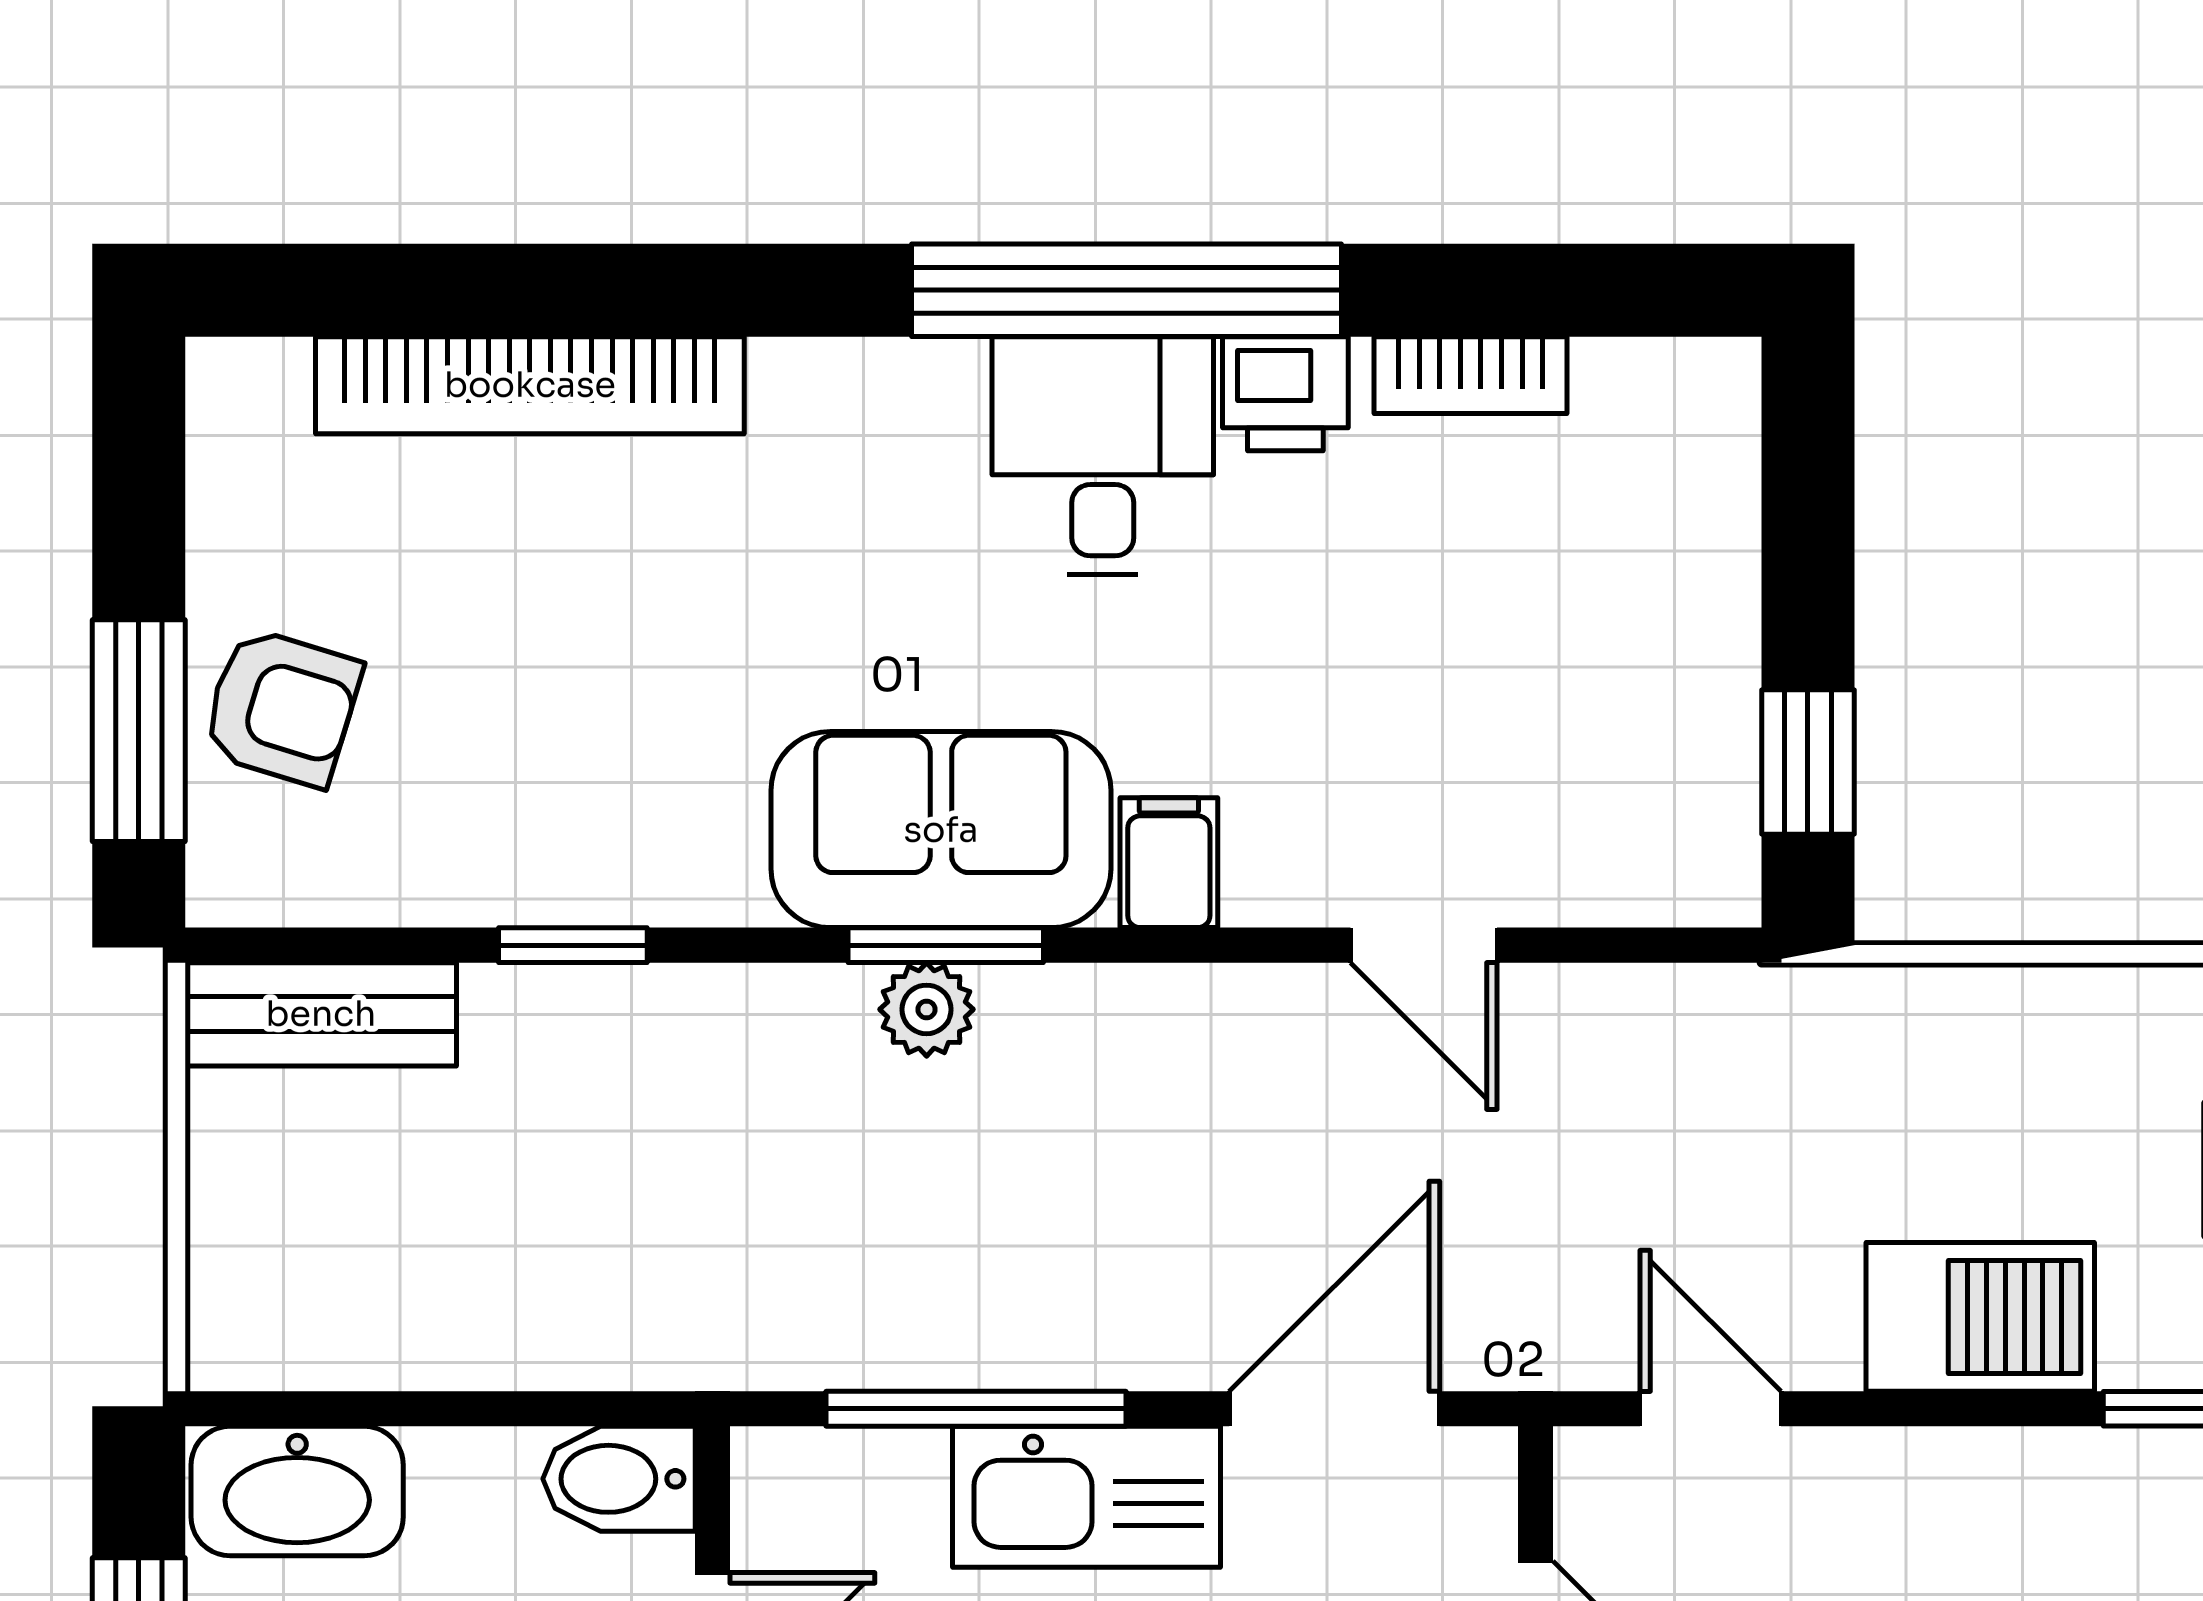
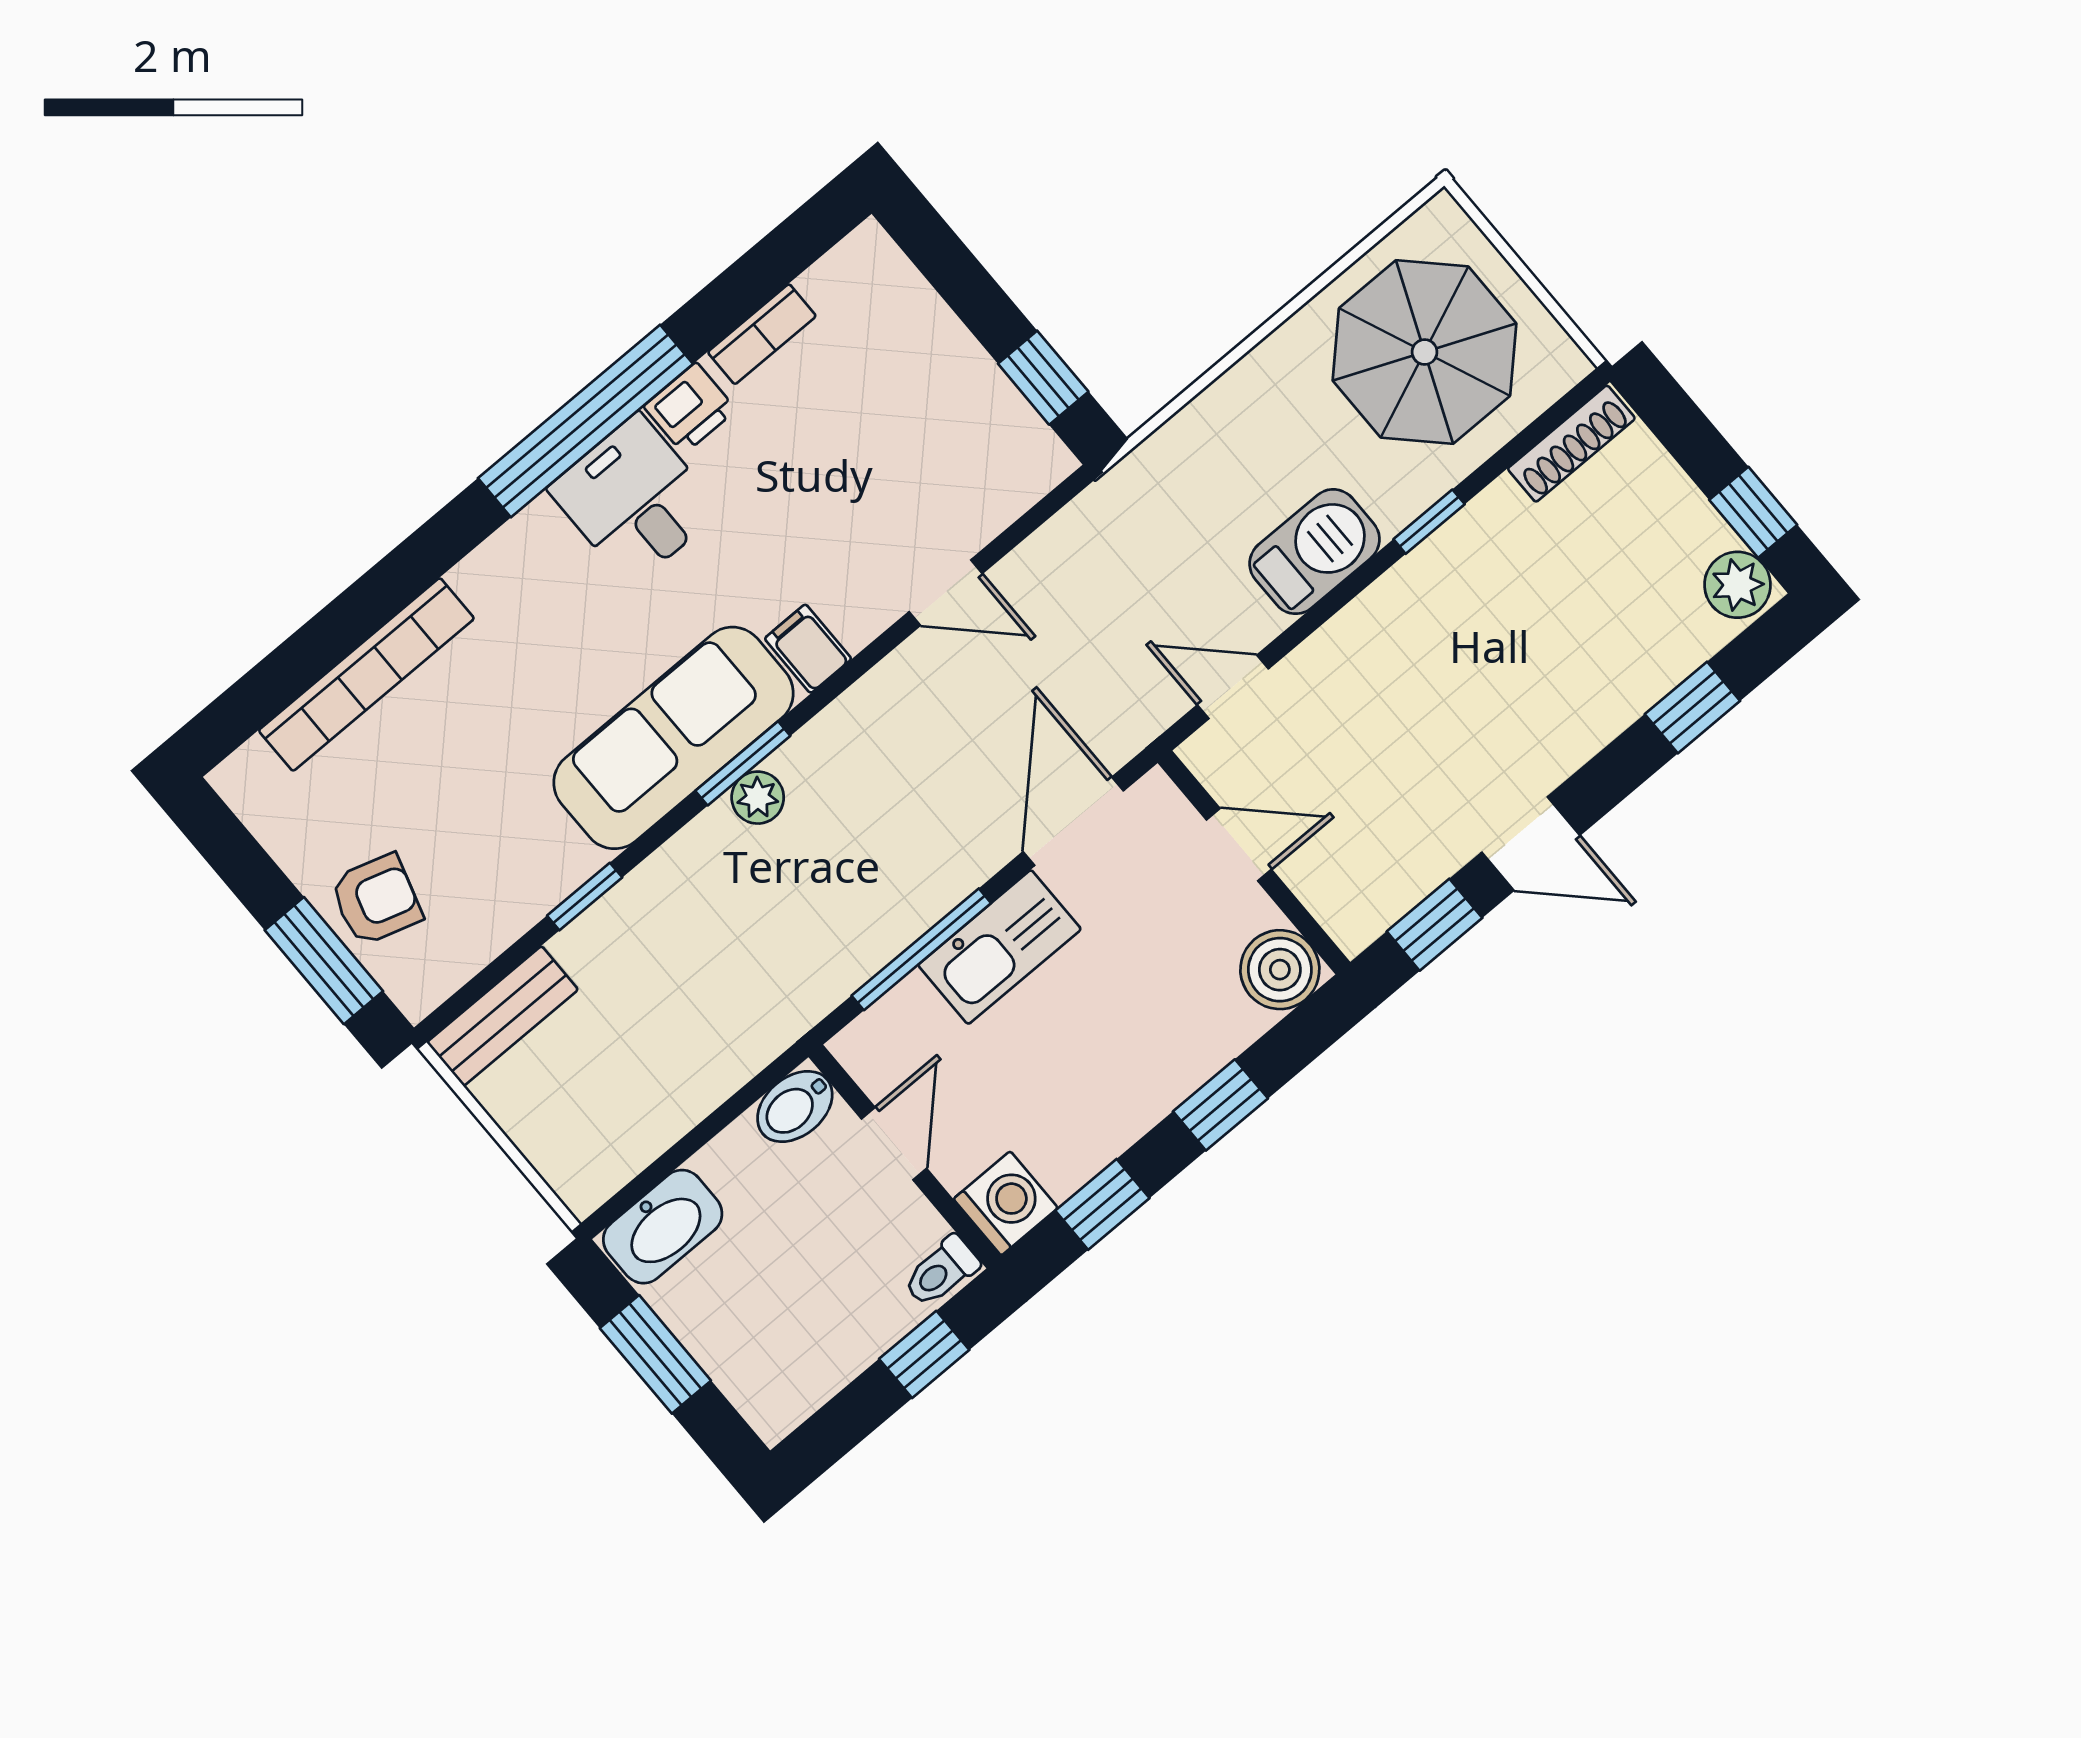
sofa: (941, 830) -> (674, 738), width x1.36

